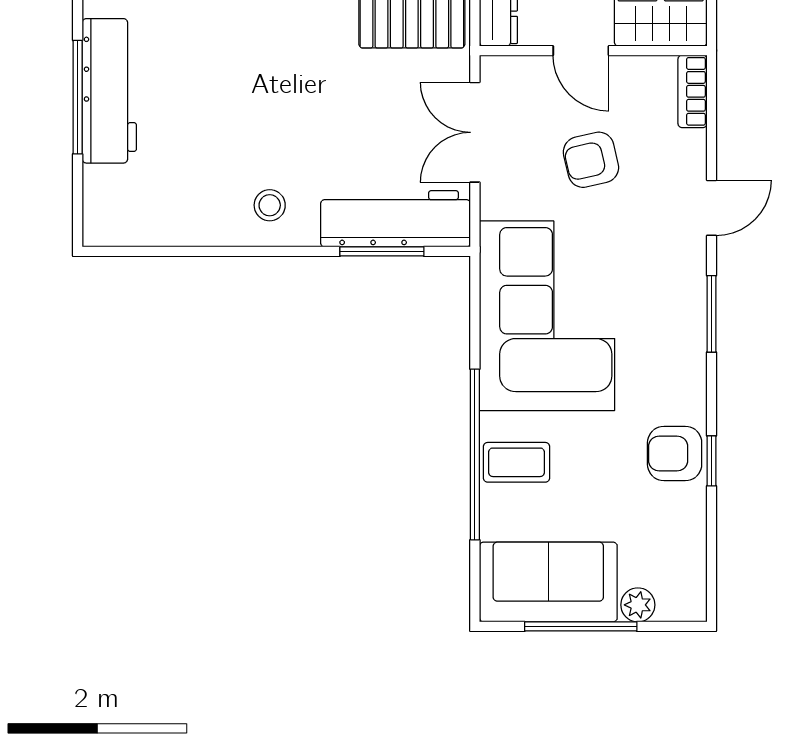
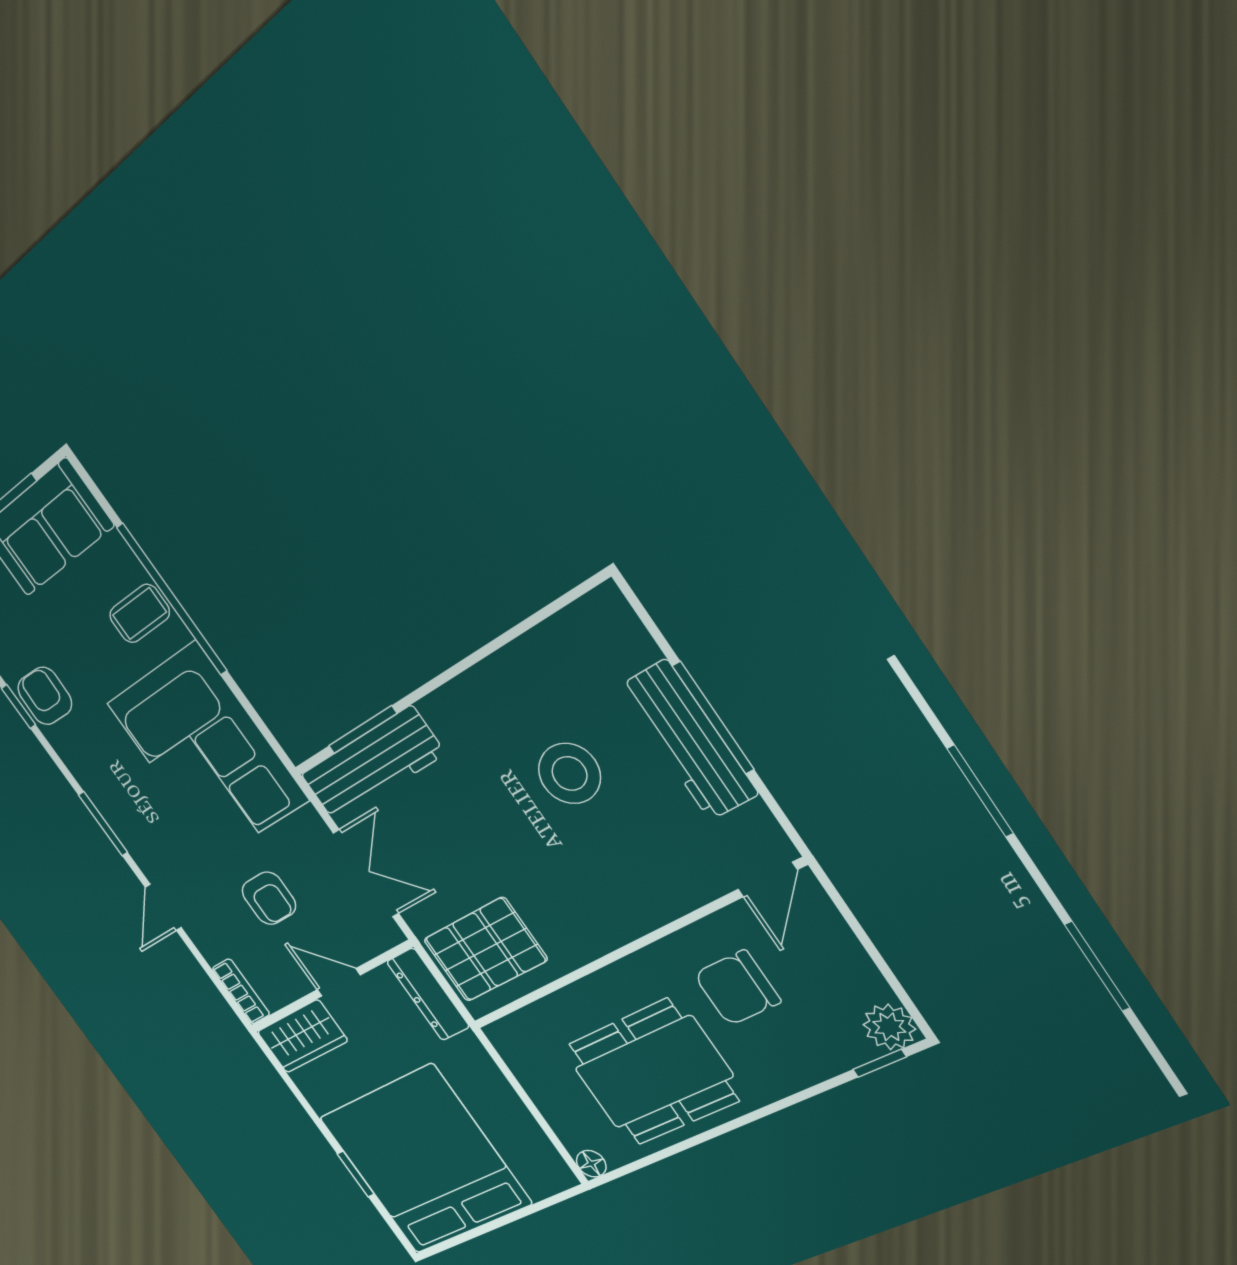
armchair: (591, 160) -> (269, 898), turned 103
stool: (270, 205) -> (570, 773), moved, width x1.89, depth x1.89
armchair: (675, 454) -> (45, 696), turned -88

